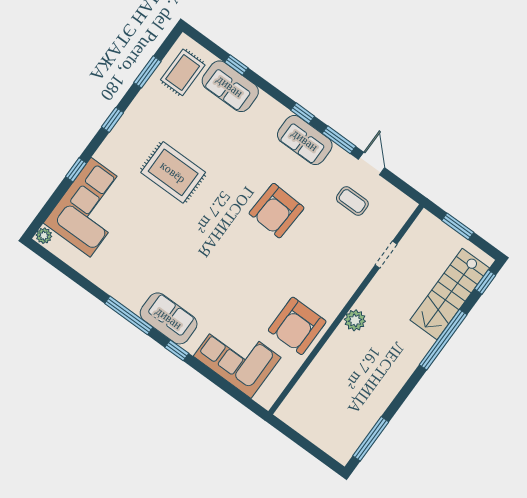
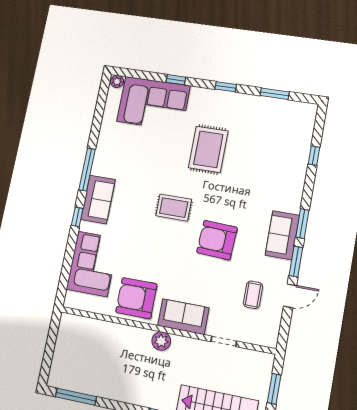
rug: (183, 72) -> (174, 208), moved
sofa: (230, 86) -> (183, 317), moved, turned 90
window: (303, 113) -> (302, 224), width x1.50

